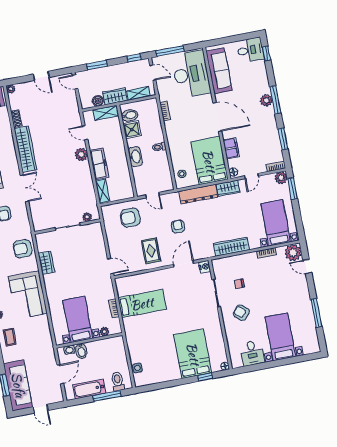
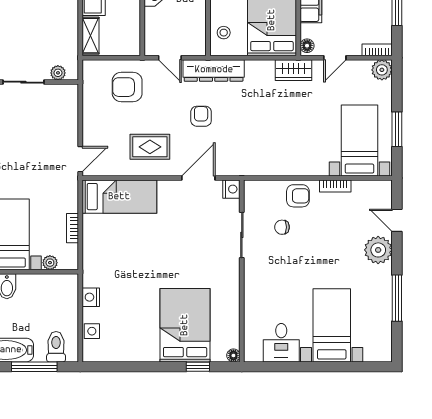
window: (292, 189) -> (397, 129), moved
dresser: (198, 194) -> (214, 70), moved
wardrobe: (231, 247) -> (281, 165), removed
rug: (151, 251) -> (150, 147), turned 90
plant: (293, 253) -> (378, 250), moved
door: (111, 266) -> (80, 159), hinge flipped
bed: (142, 304) -> (119, 197), moved
armchair: (241, 313) -> (298, 196), moved, turned 140
nightstand: (133, 348) -> (91, 297), added

